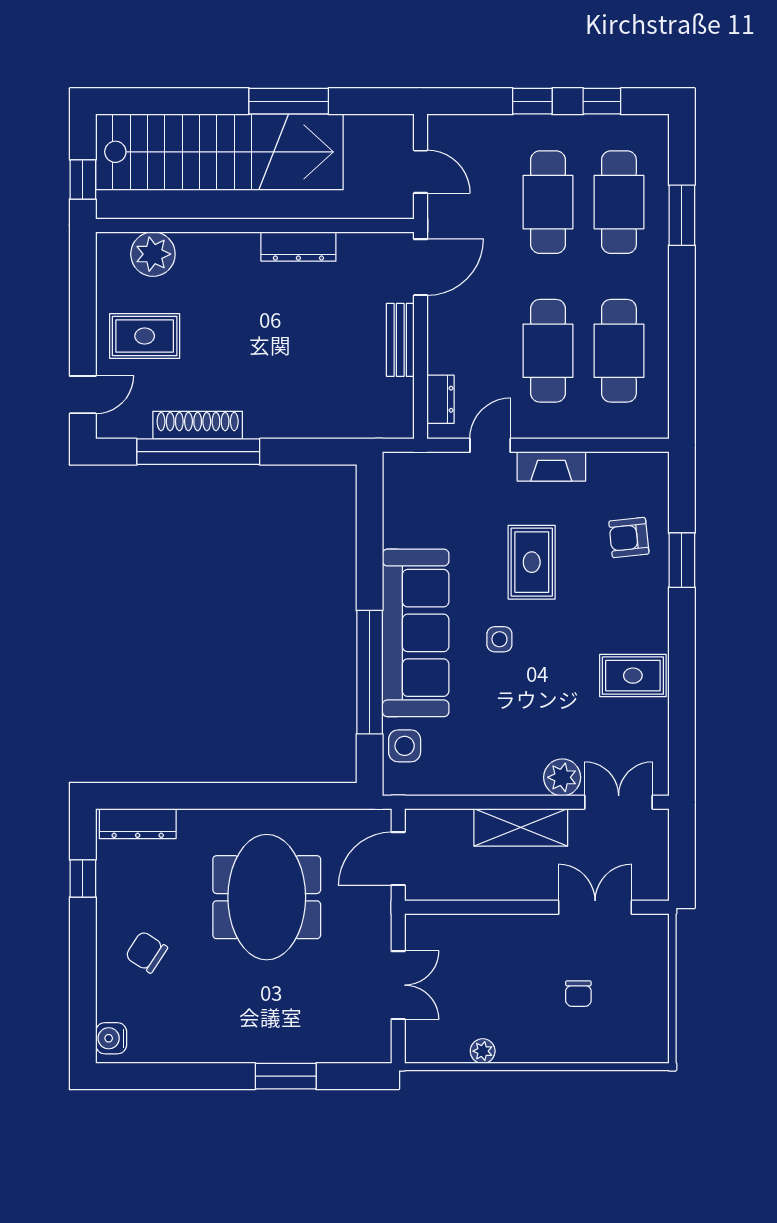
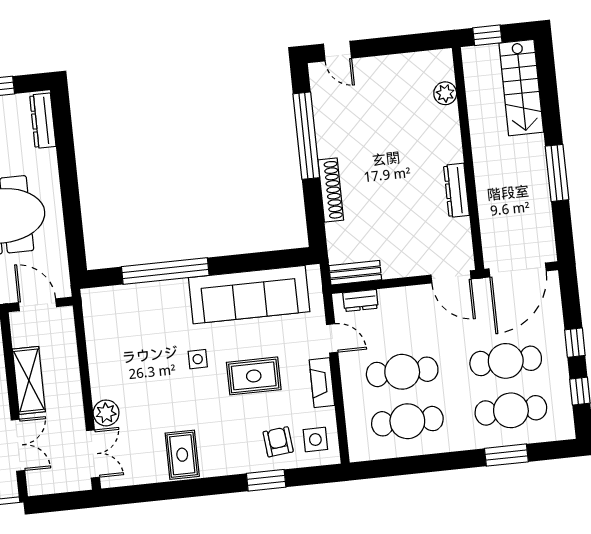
stairs: (219, 152) -> (521, 88), width x0.54, depth x0.66
door: (421, 172) -> (518, 270), width x1.87
plant: (153, 254) -> (445, 93), width x0.73, depth x0.73
rug: (145, 336) -> (383, 90), removed
bench: (400, 340) -> (355, 273), moved
shoe rack: (198, 425) -> (331, 190), moved
sofa: (416, 633) -> (249, 295), moved
side table: (405, 746) -> (315, 440), moved
shelving: (521, 827) -> (29, 380), moved

